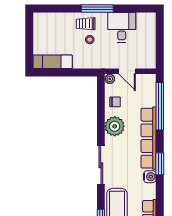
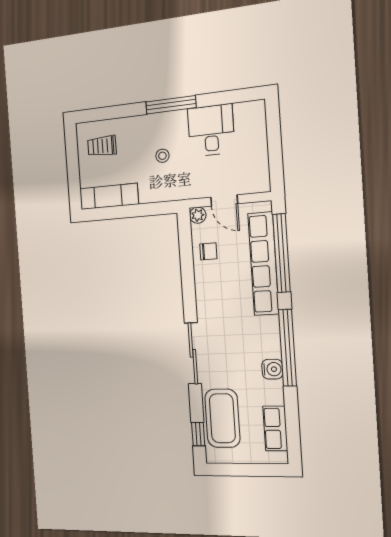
trolley: (86, 24) -> (102, 146), moved
plant: (115, 126) -> (210, 290), removed
row of seats: (149, 138) -> (263, 264), moved
window: (160, 164) -> (287, 348), width x2.11

